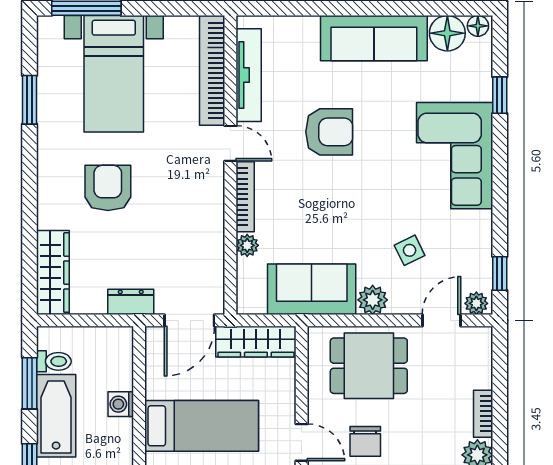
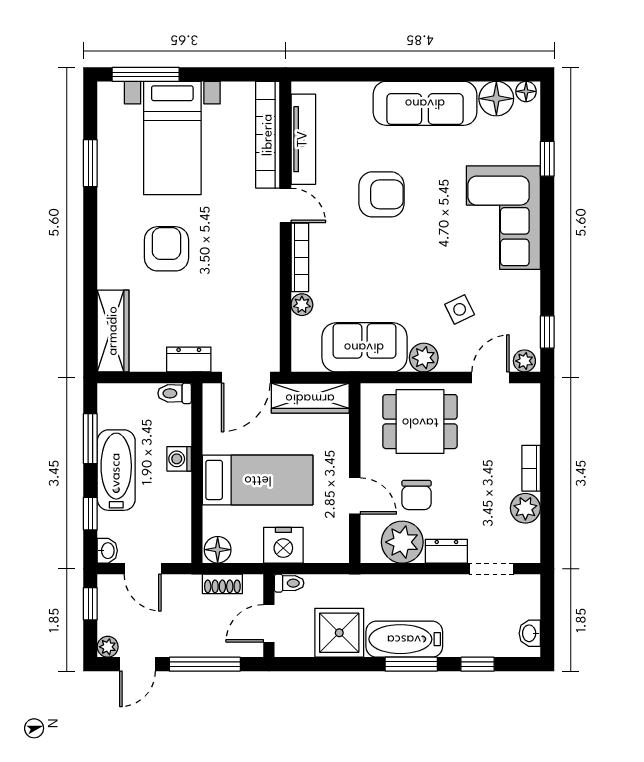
toilet: (54, 361) -> (175, 393), moved, turned 180

